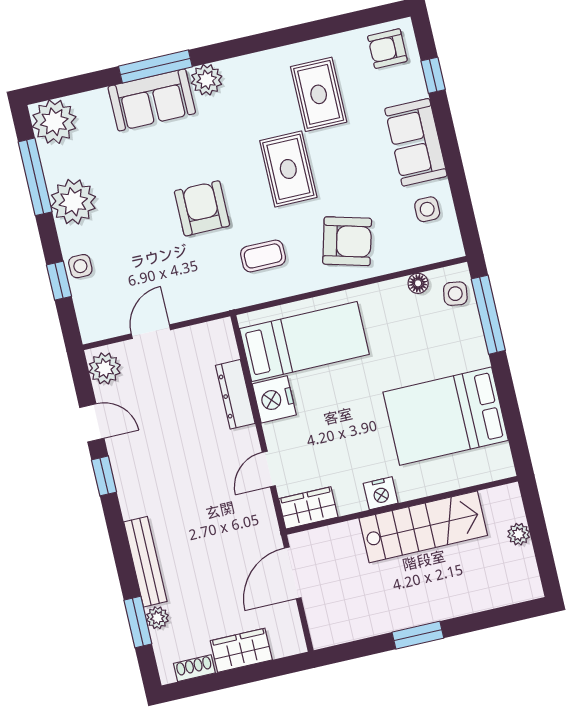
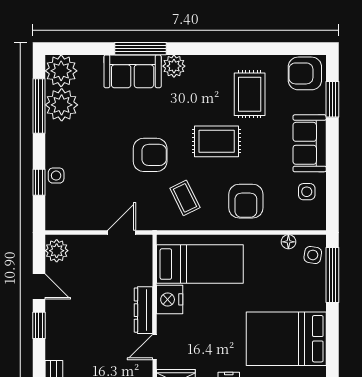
armchair: (387, 49) -> (305, 73), width x1.38, depth x1.38
window: (433, 75) -> (332, 99), width x1.50
rug: (288, 169) -> (217, 141), turned 90
plant: (73, 202) -> (62, 105), moved
armchair: (202, 208) -> (150, 155), turned 90
armchair: (347, 241) -> (246, 201), turned 75
coffee table: (263, 256) -> (185, 198), turned 64
door: (151, 332) -> (122, 233), moved
dresser: (235, 394) -> (143, 310), moved

